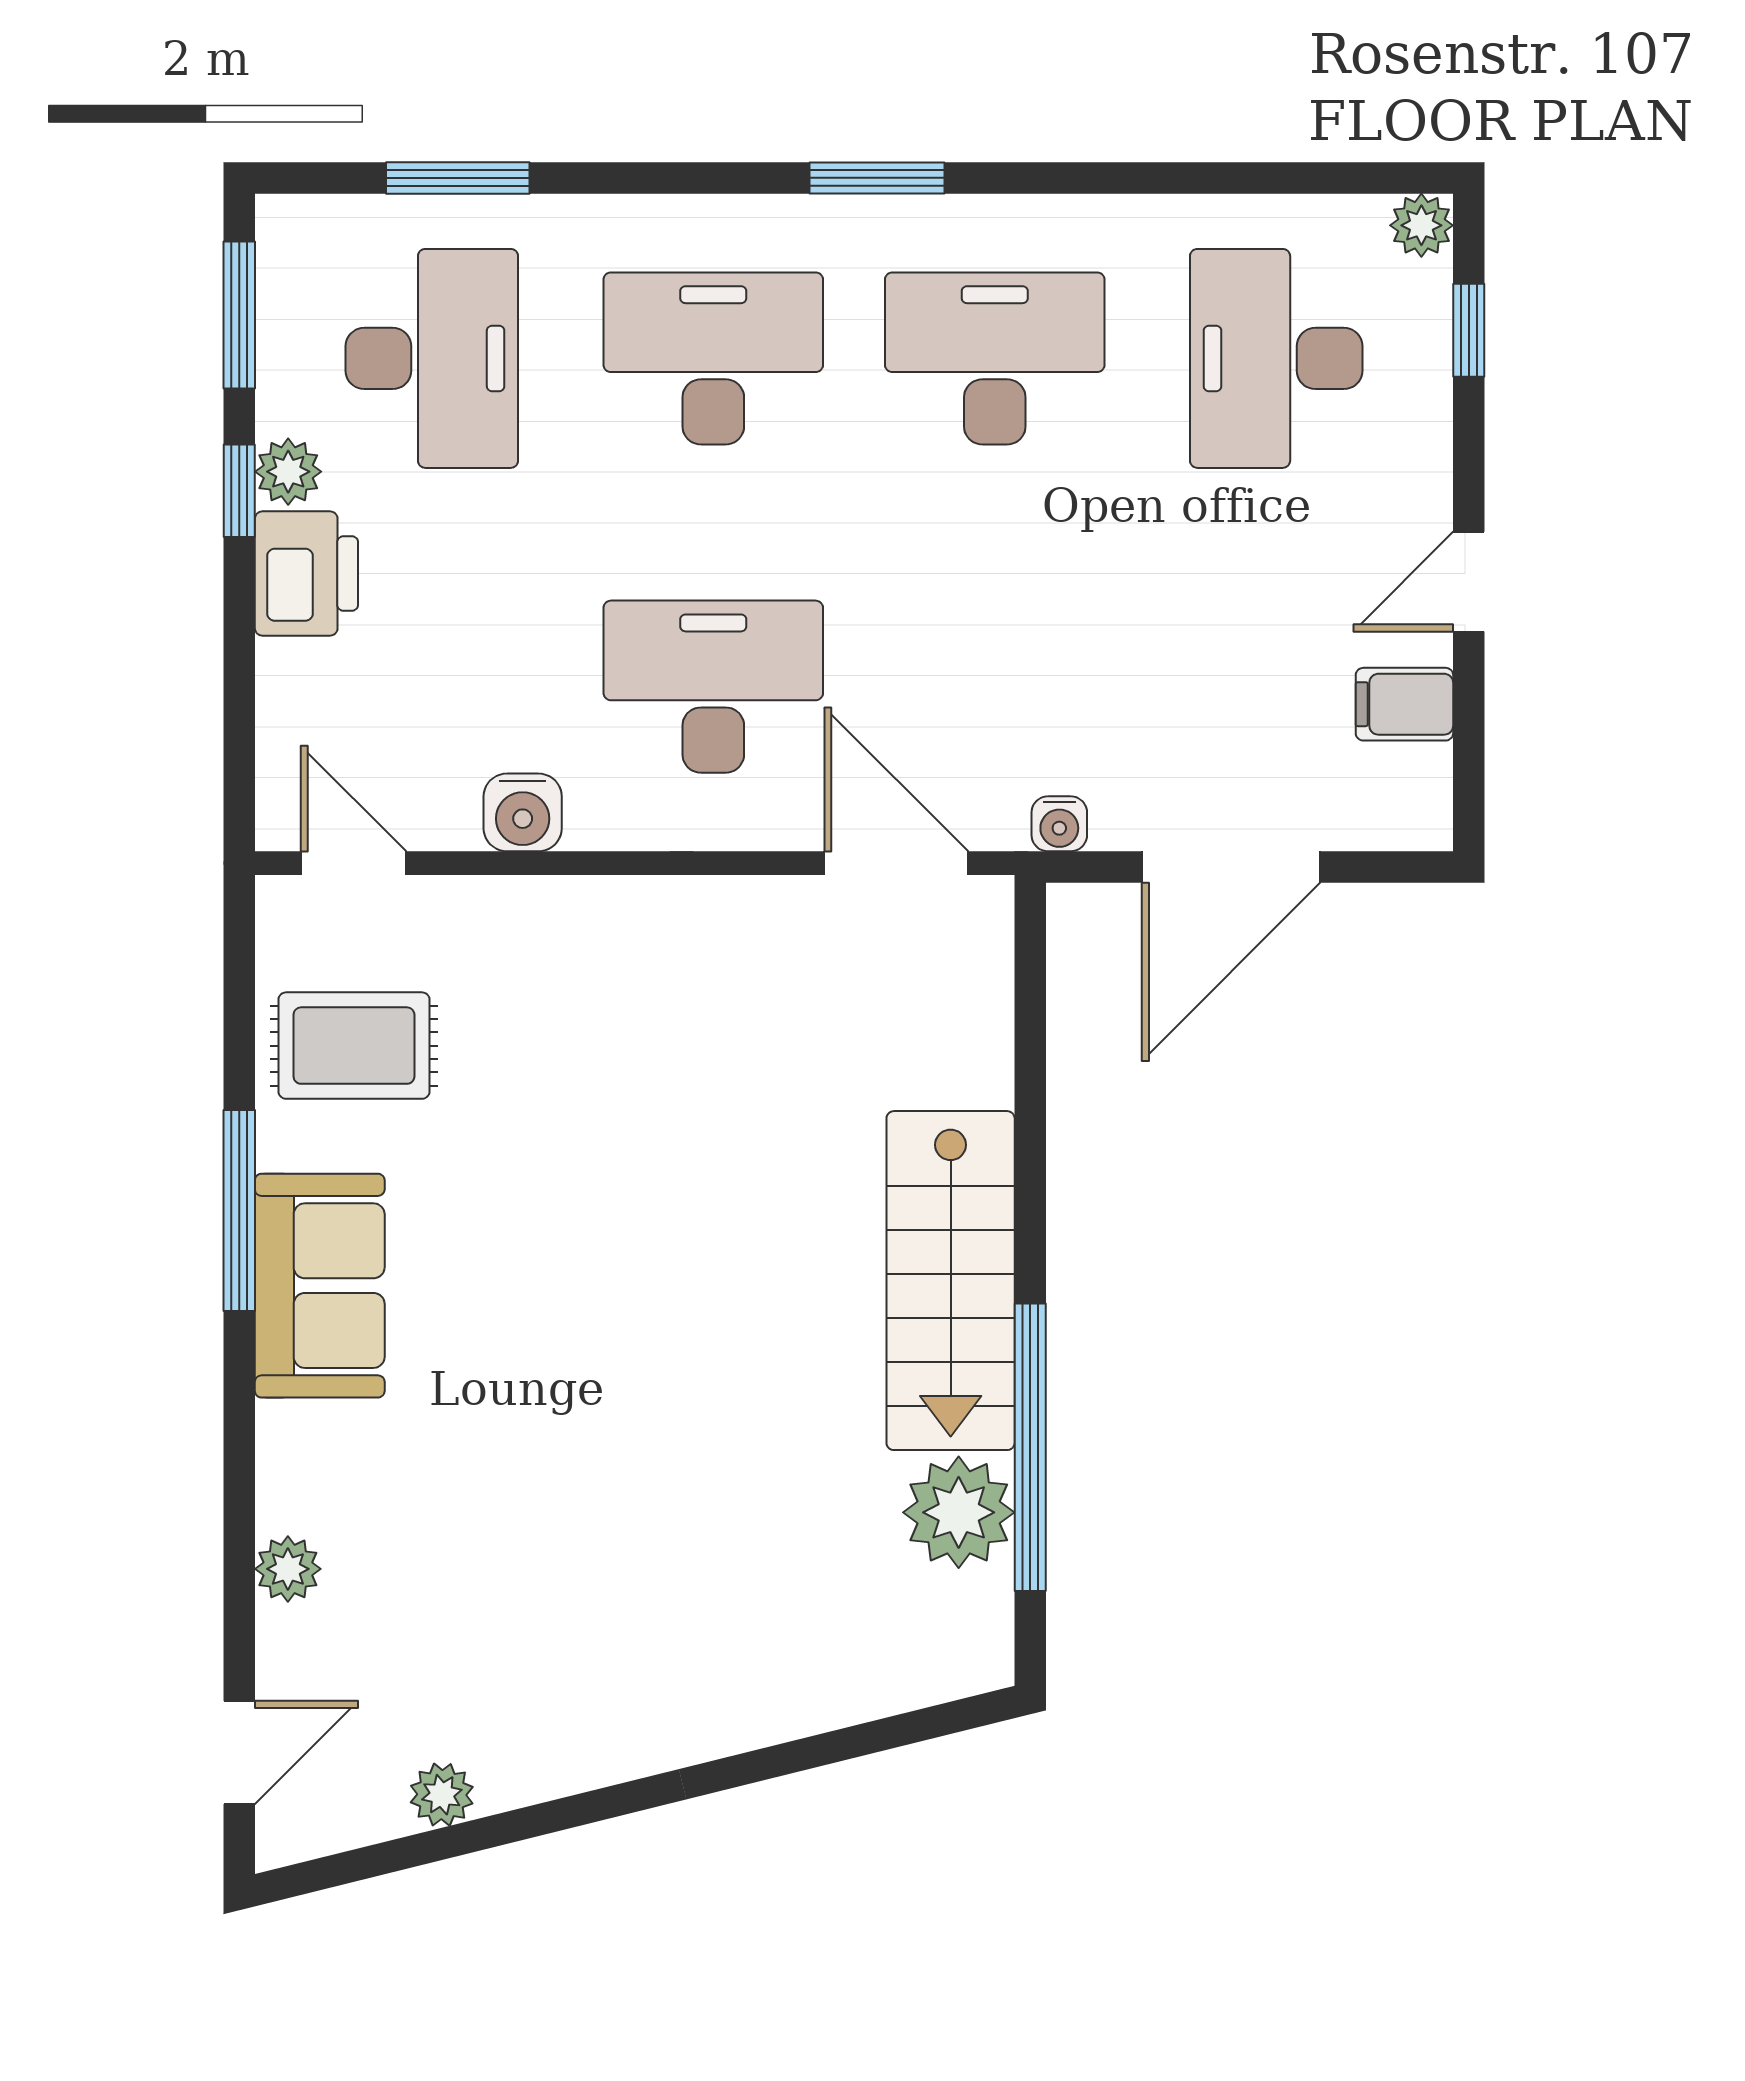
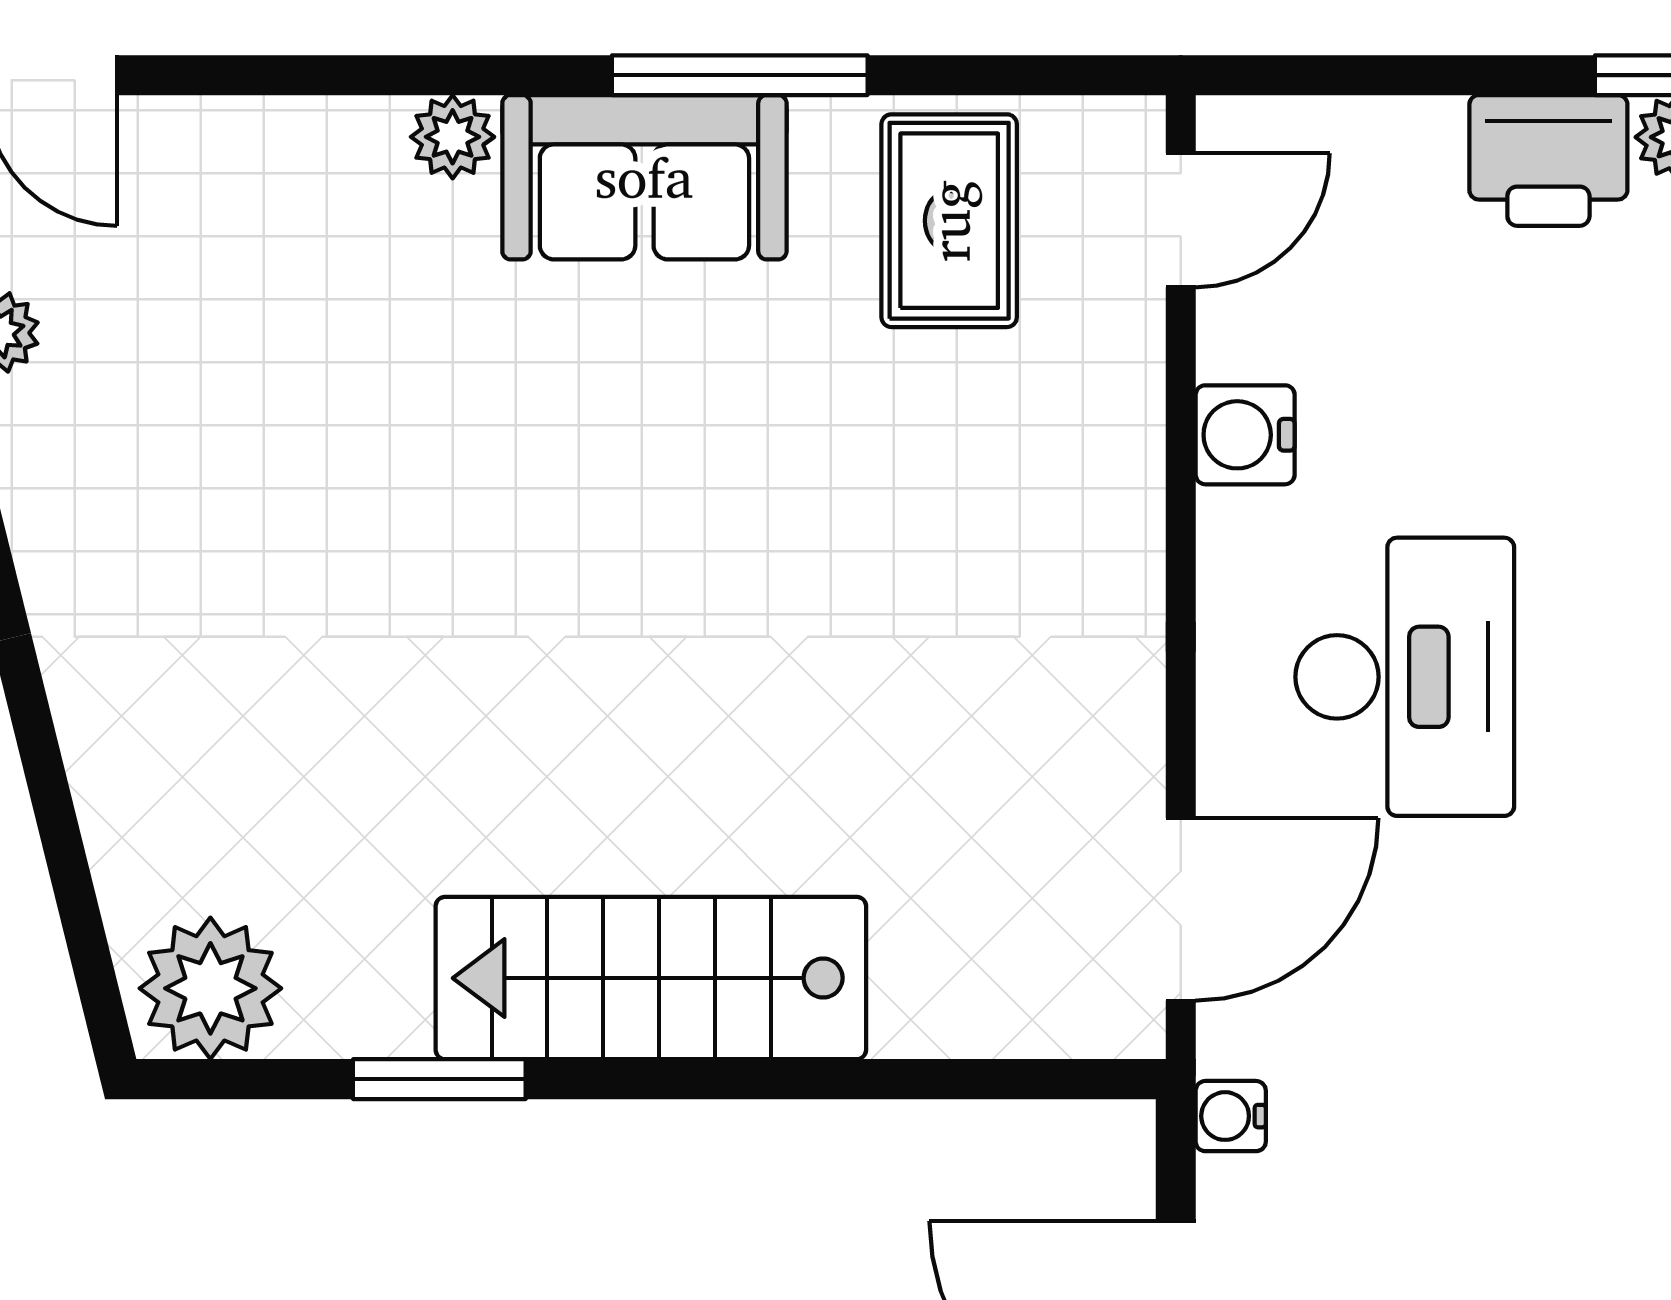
window: (1030, 1447) -> (439, 1079), width x0.47
plant: (959, 1512) -> (210, 988), moved
plant: (288, 1569) -> (453, 137), moved

